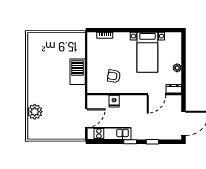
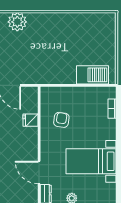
barbecue: (78, 72) -> (93, 75), moved

